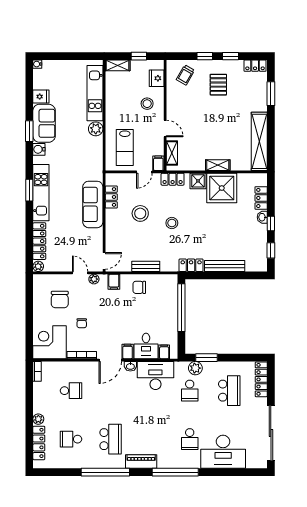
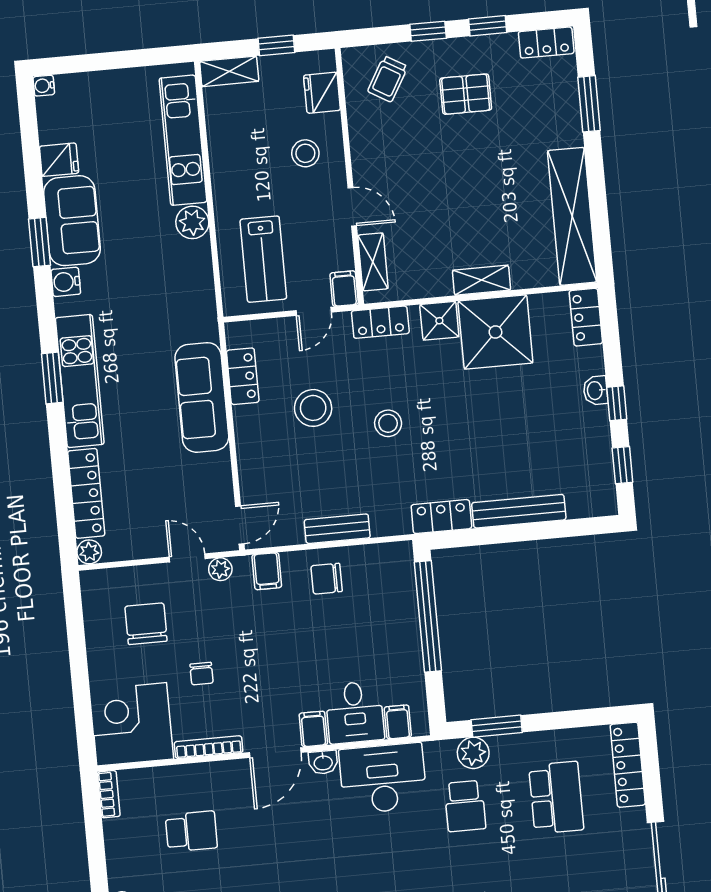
pallet: (218, 85) -> (466, 94), turned 90
locker: (261, 198) -> (586, 317), moved
chair: (60, 300) -> (146, 624), turned 180

